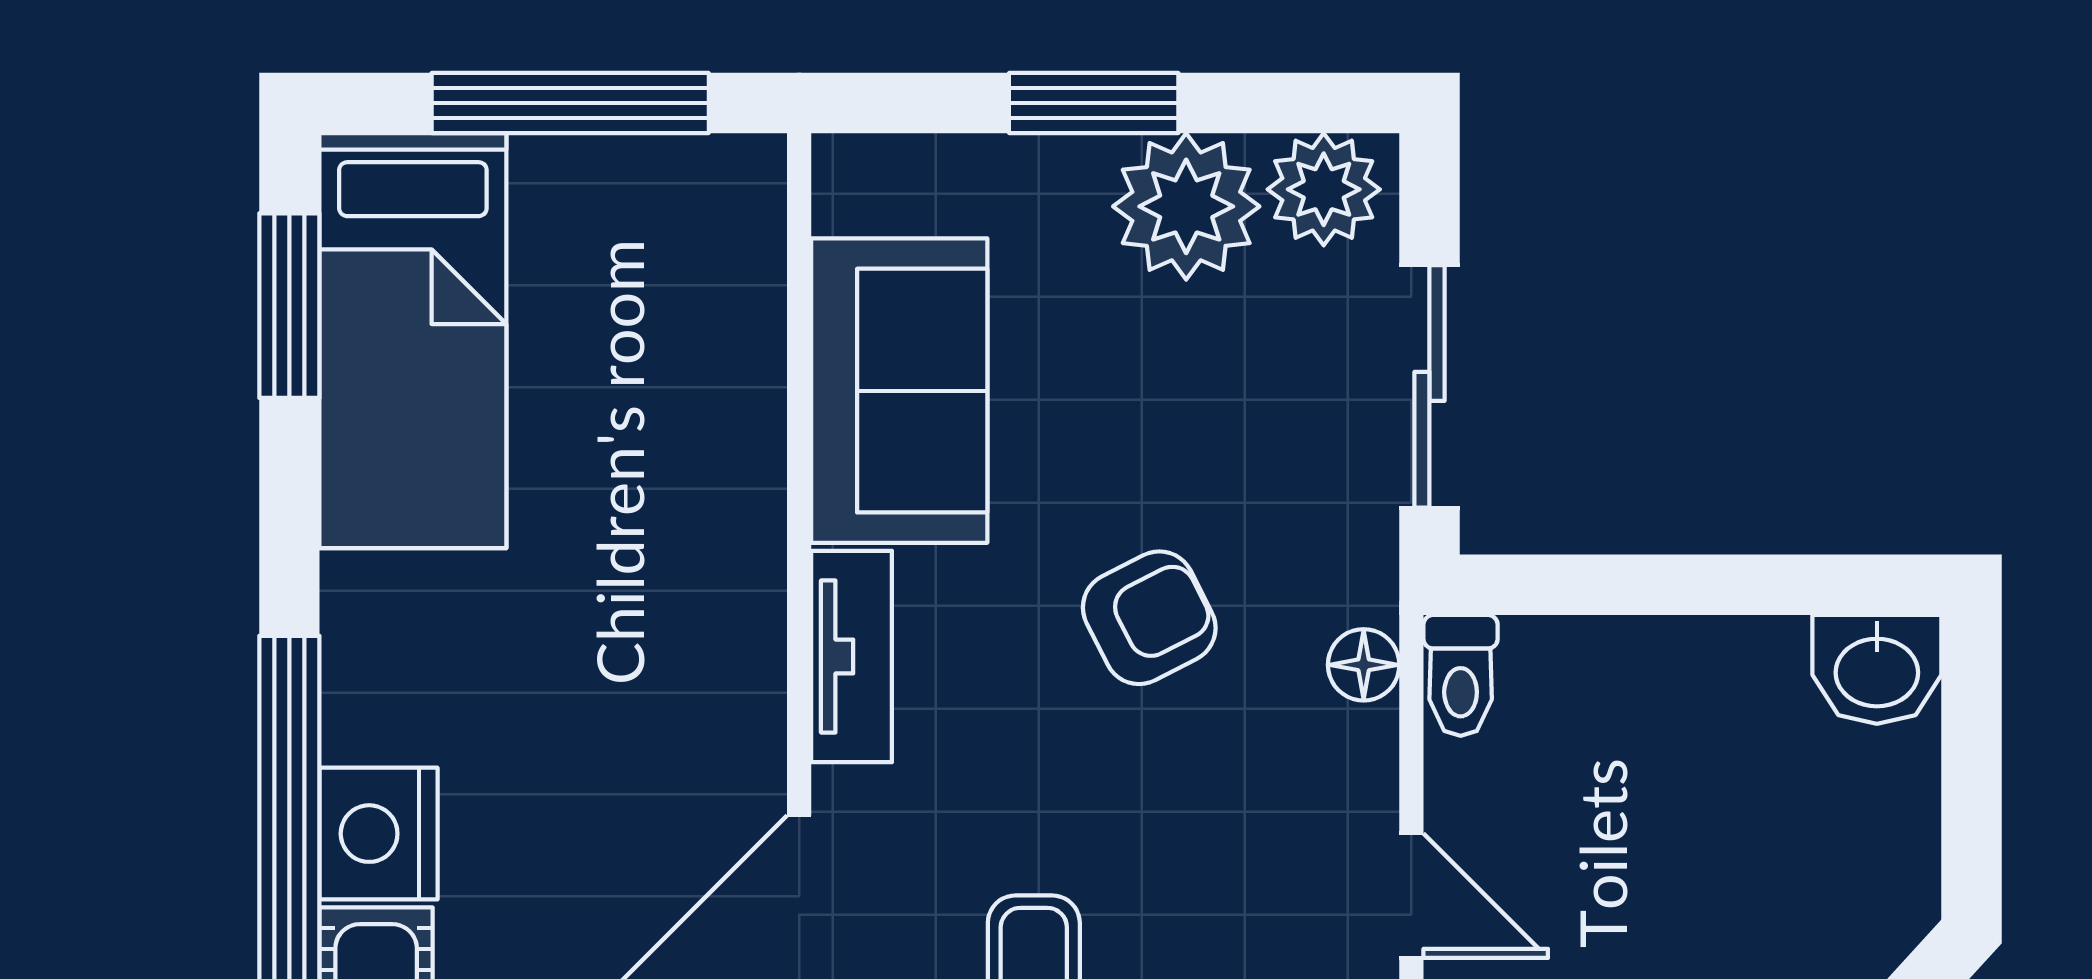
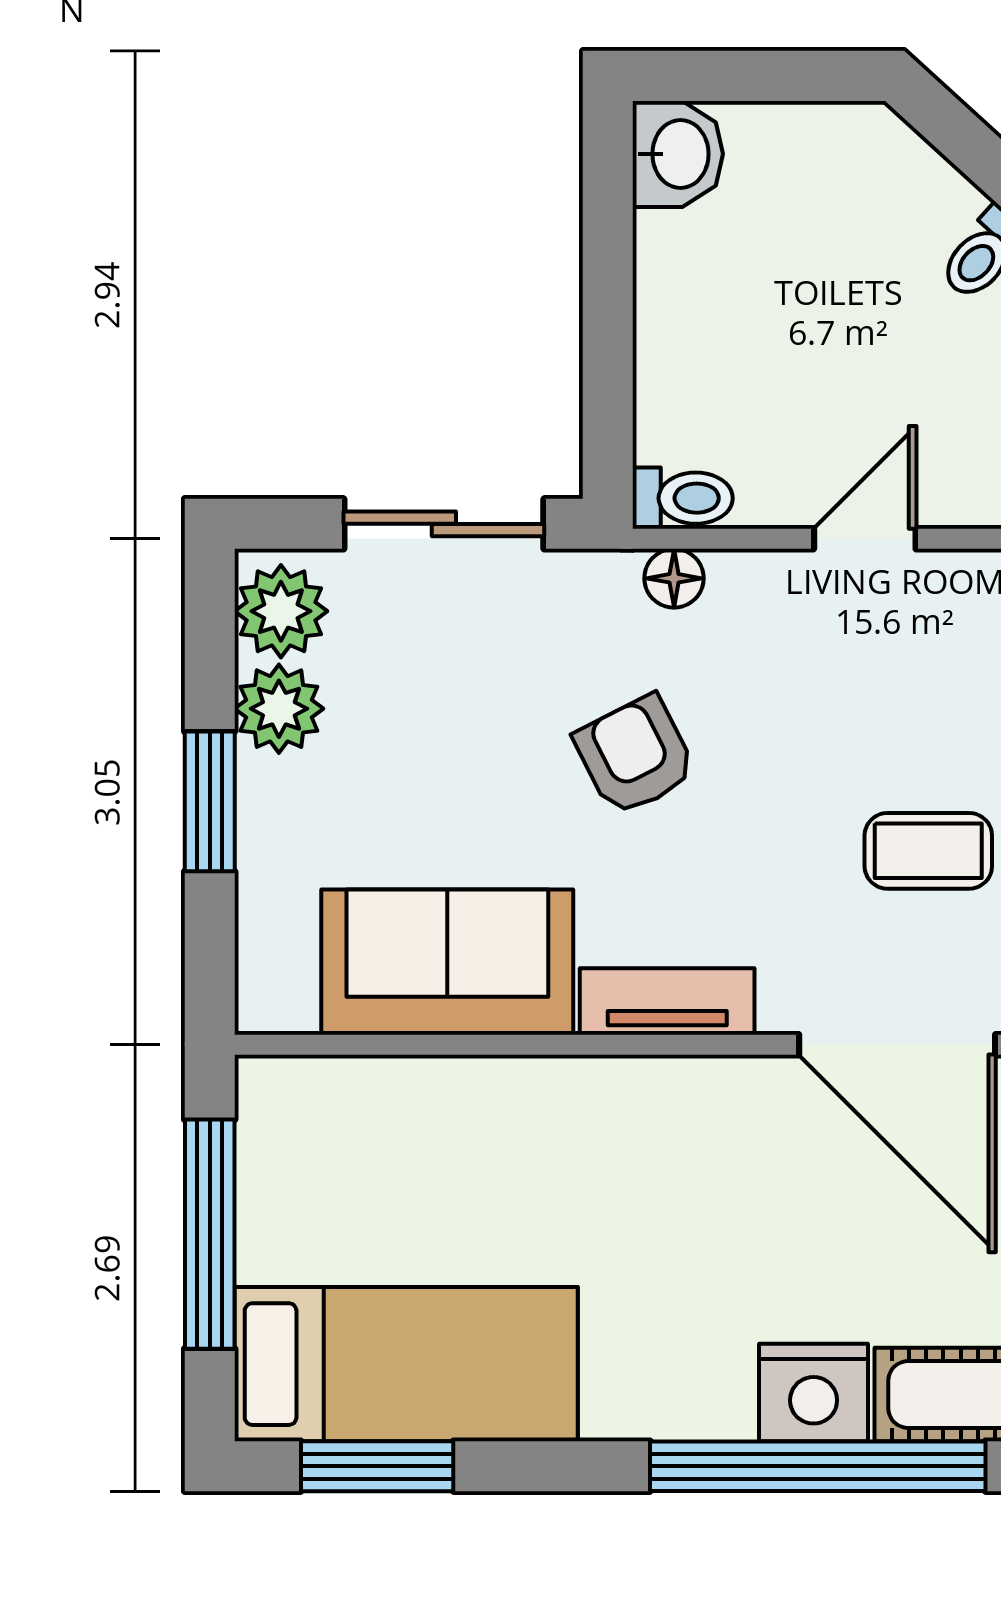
plant: (1186, 206) -> (279, 709), width x0.73, depth x0.73

